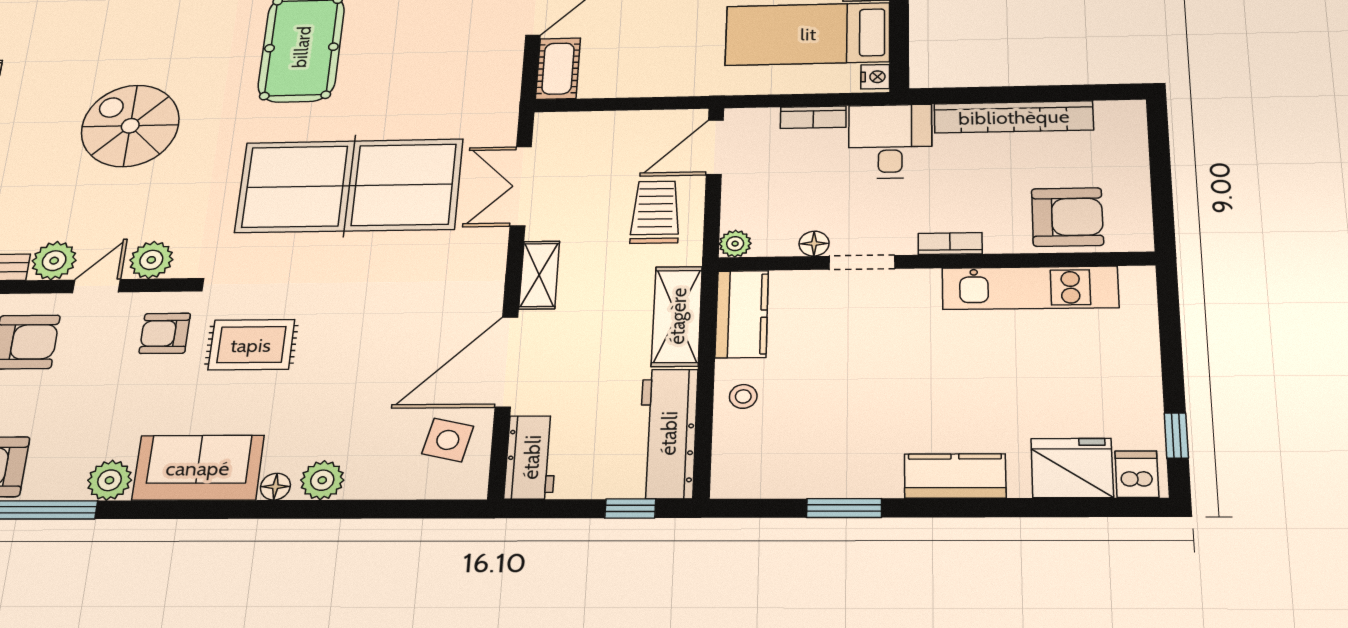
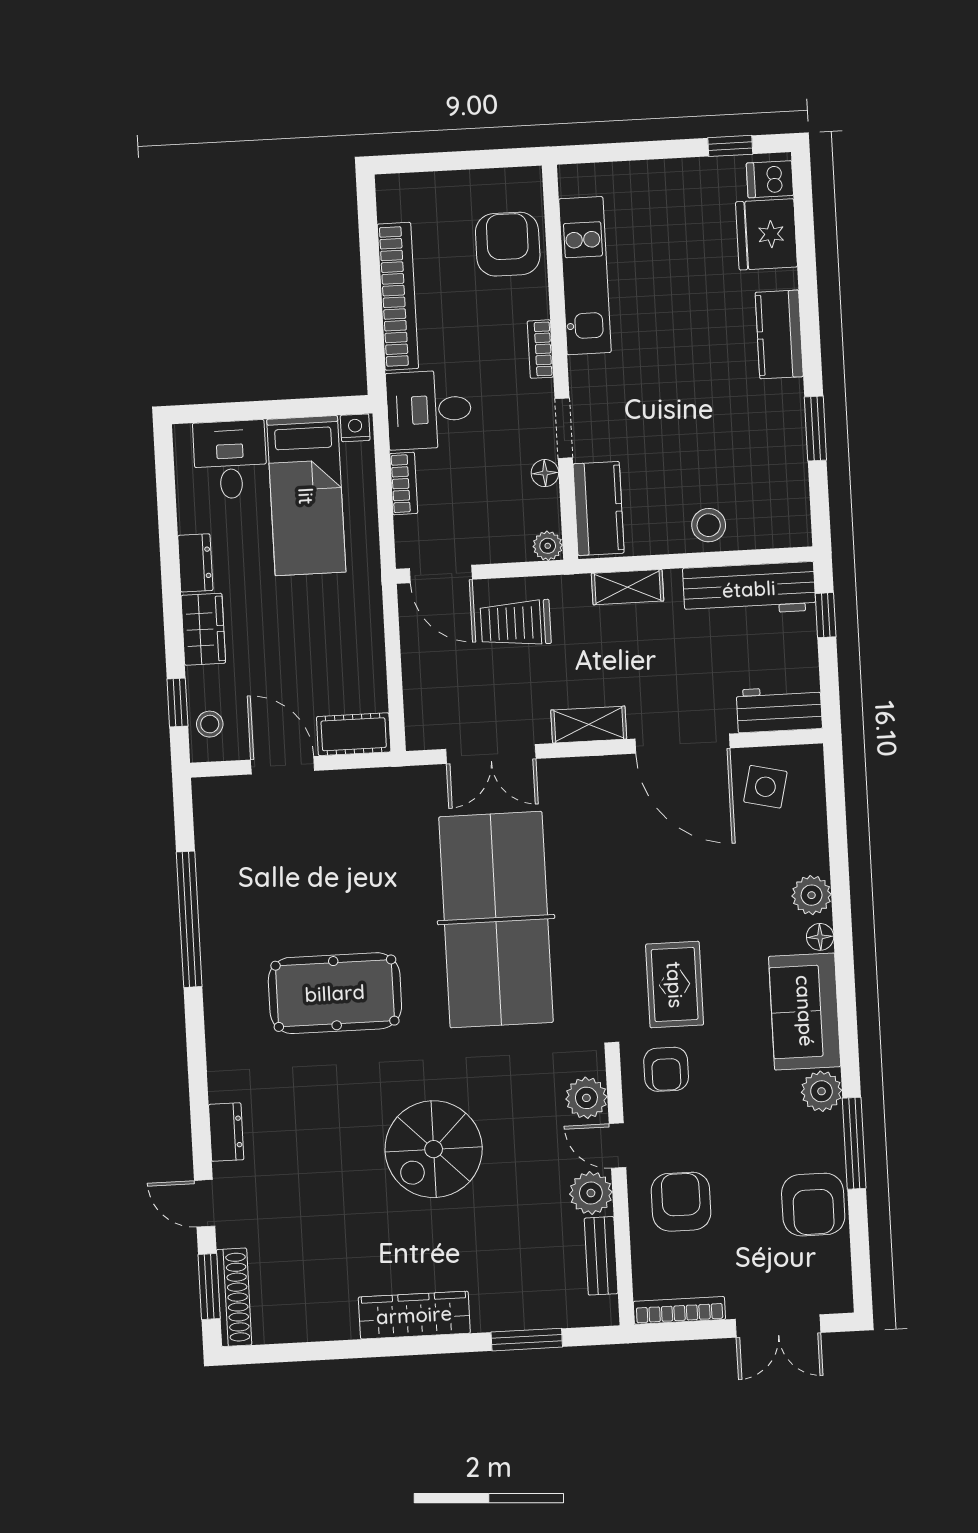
kitchen counter: (742, 314) -> (599, 508), moved, turned 90
shelving: (677, 316) -> (628, 587), width x0.67, depth x0.75
stool: (743, 396) -> (709, 525), width x1.37, depth x1.37

